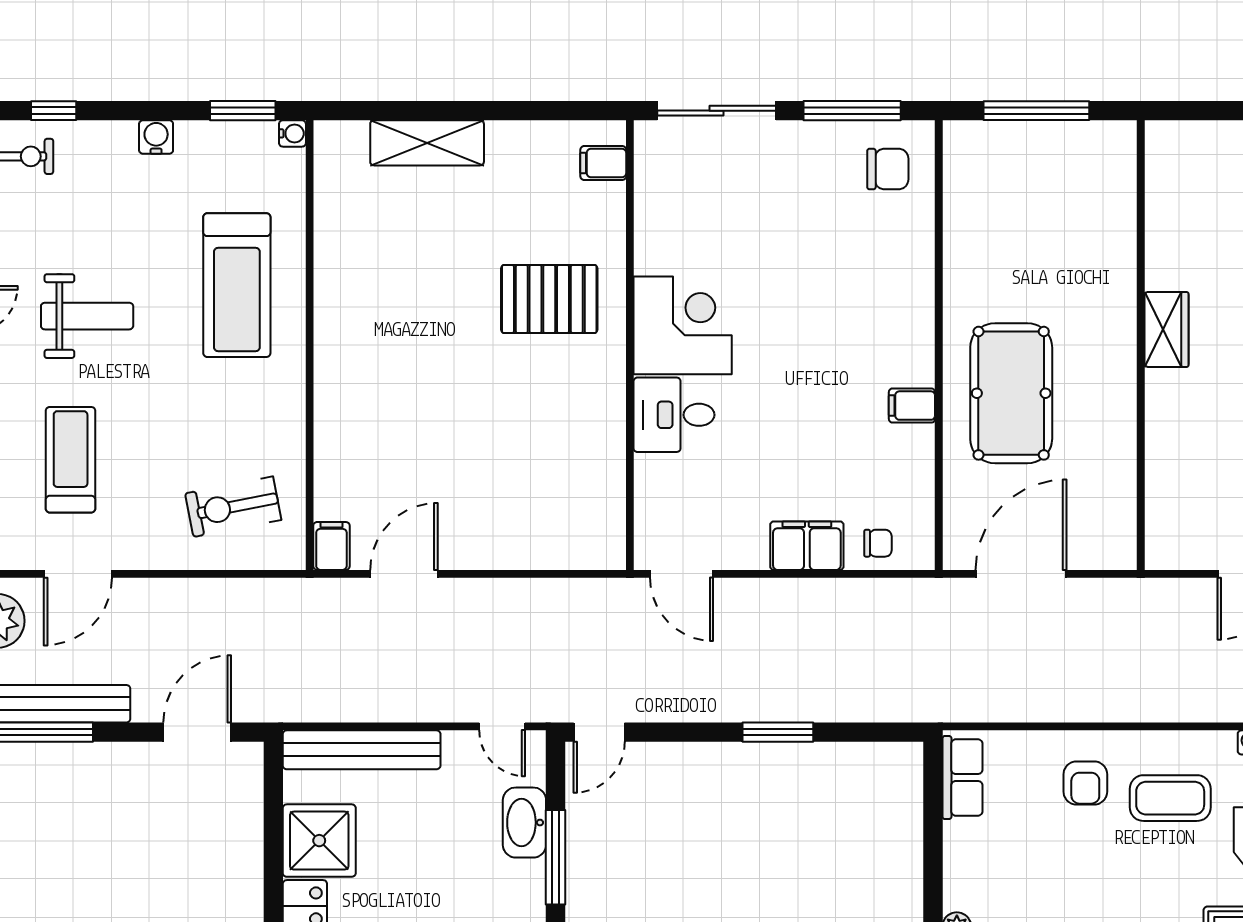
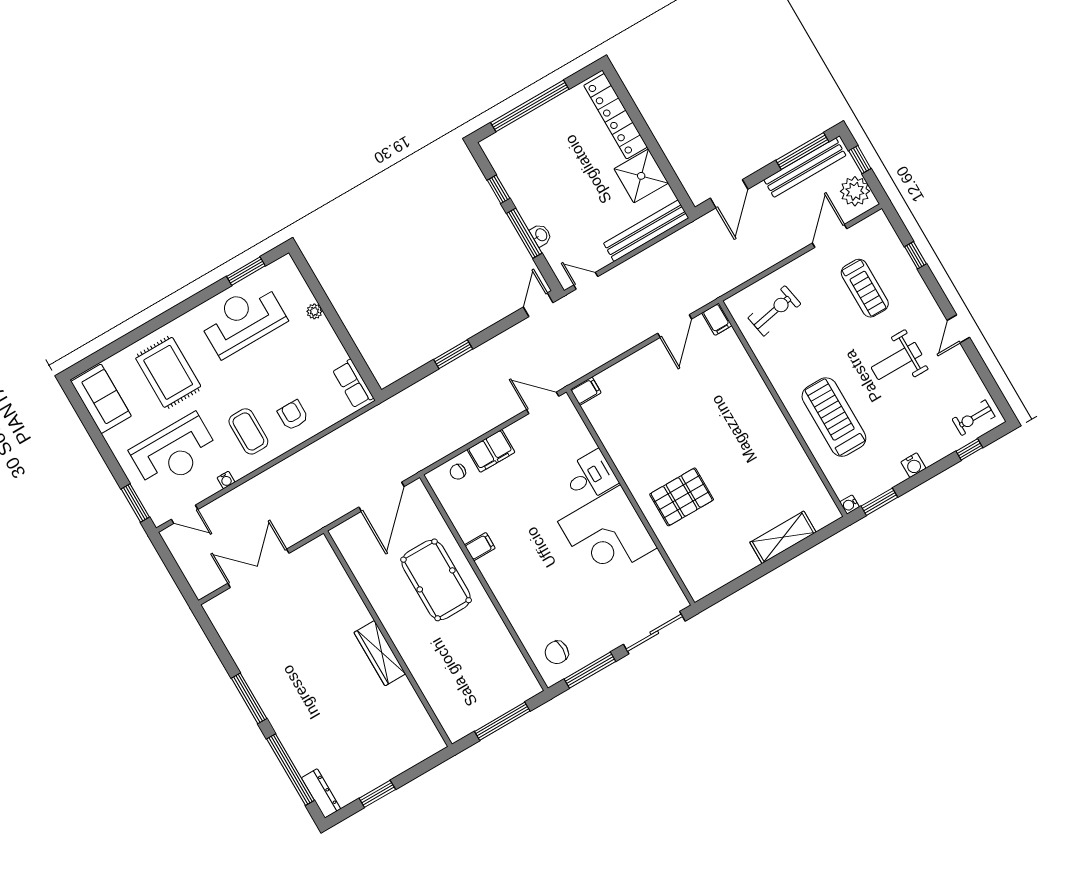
filing cabinet: (603, 163) -> (586, 391), moved
corner desk: (683, 325) -> (607, 535), width x1.36, depth x1.36
wardrobe: (1166, 329) -> (380, 653), width x1.50
coffee table: (1170, 798) -> (248, 431), turned 90
washbasin: (524, 823) -> (541, 235), width x0.52, depth x0.69

